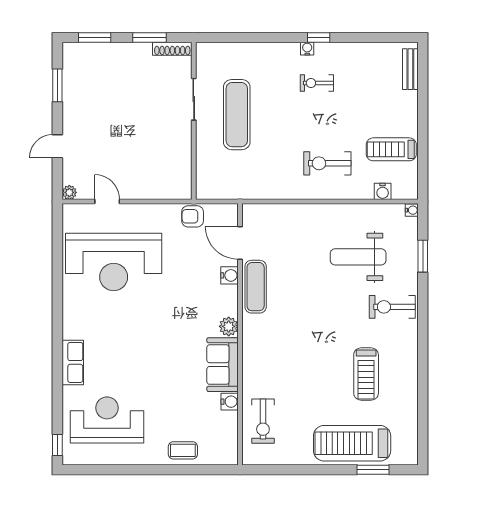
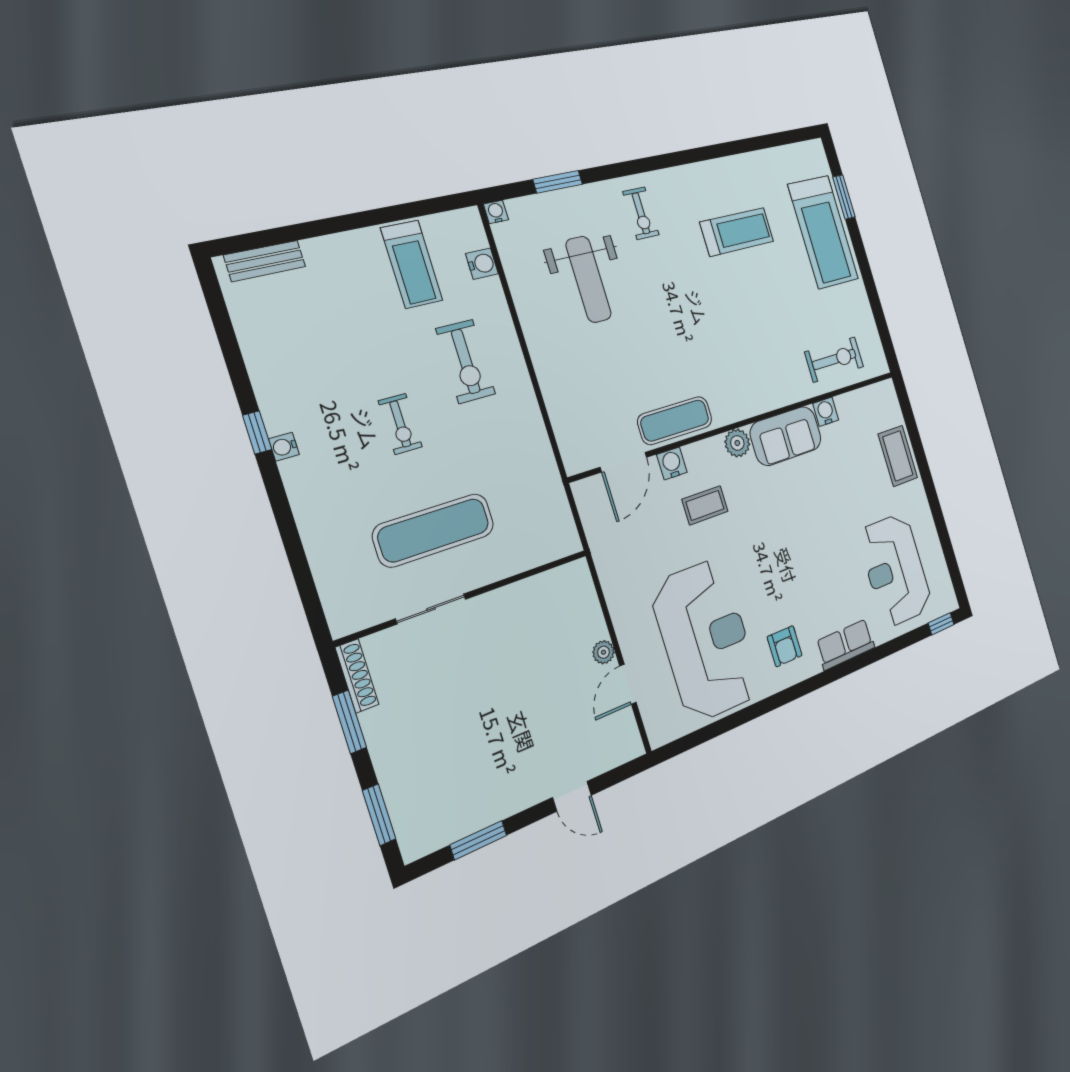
exercise bike: (317, 83) -> (400, 424), moved
plant: (69, 192) -> (603, 652), moved
armchair: (193, 216) -> (785, 646), moved
coffee table: (196, 290) -> (705, 505), added
exercise bike: (392, 307) -> (641, 213), width x0.73, depth x0.72
coffee table: (183, 450) -> (898, 456), width x1.36, depth x1.30

